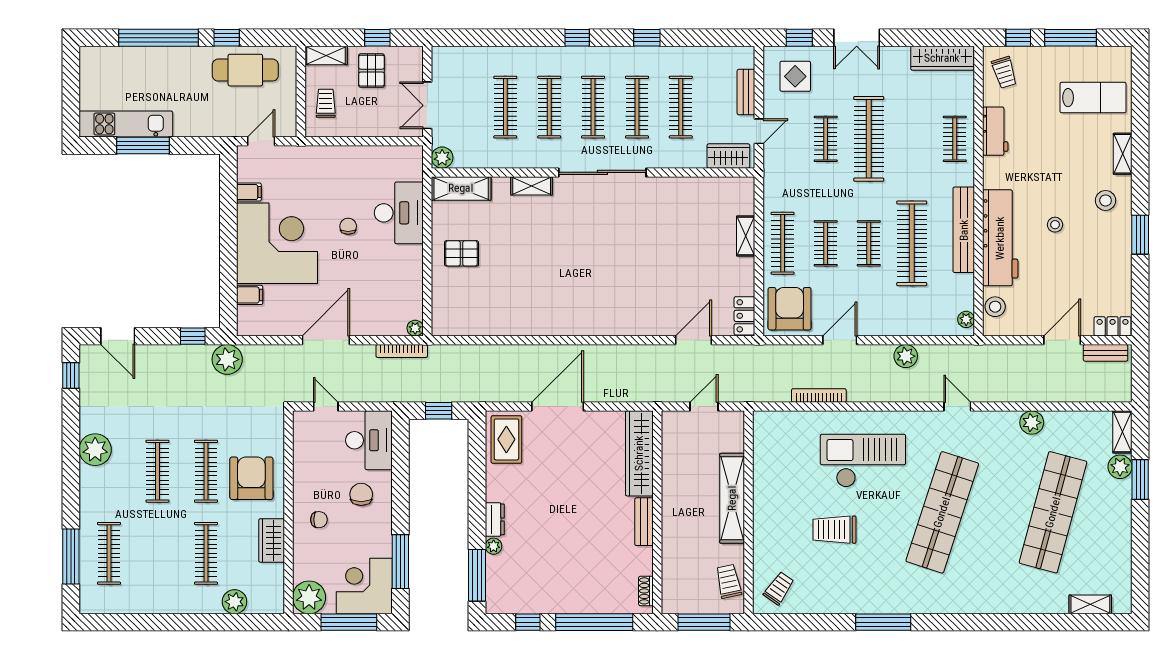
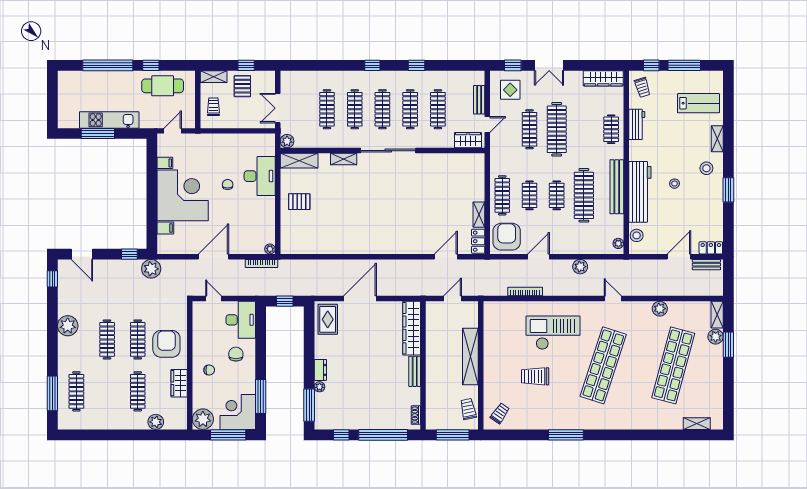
kitchen unit: (126, 124) -> (109, 120), moved
clothes rail: (826, 139) -> (529, 129), width x1.36
shelving: (746, 236) -> (479, 215), moved

